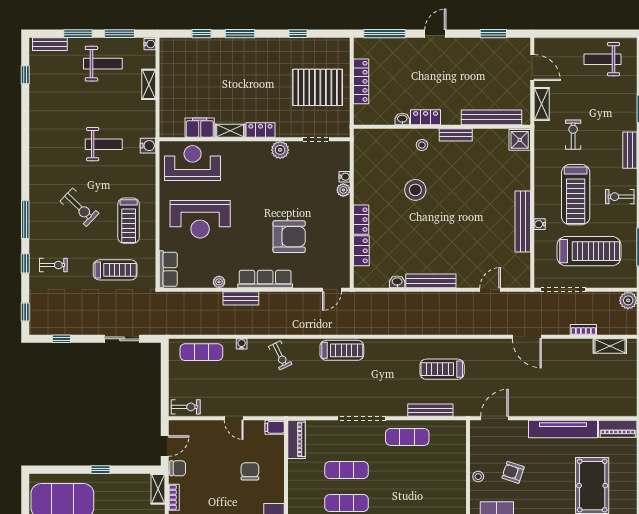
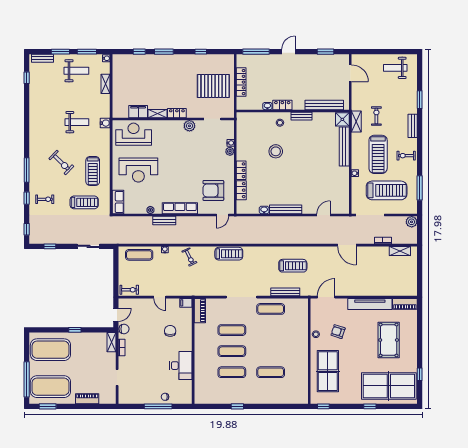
shelving: (542, 104) -> (356, 122), moved
bench: (523, 222) -> (344, 147), moved
armchair: (289, 237) -> (213, 190), moved, turned 180
treadmill: (442, 369) -> (293, 266), turned 180

